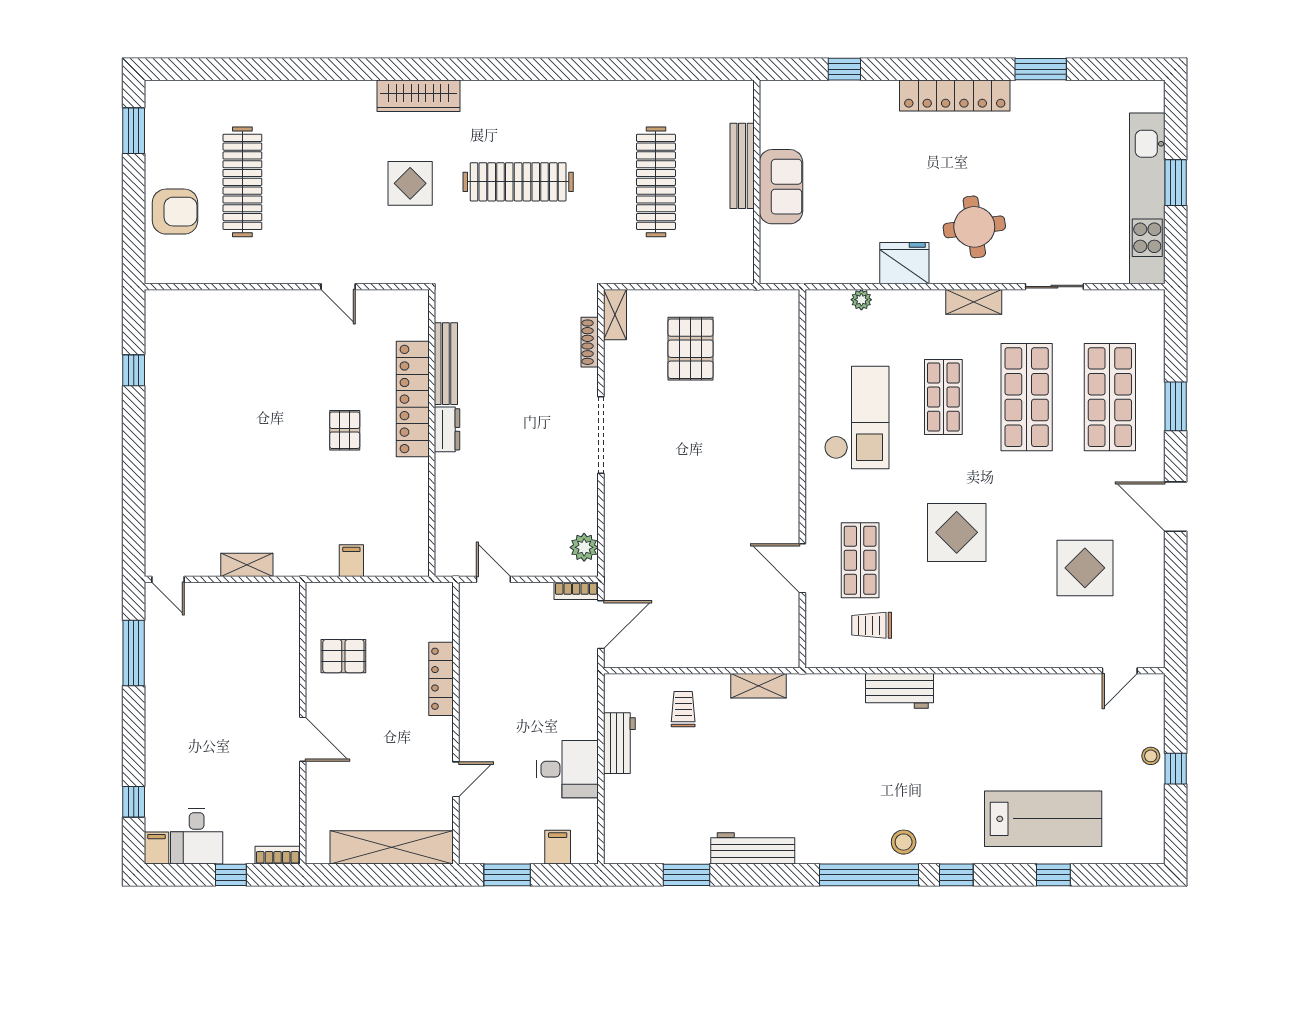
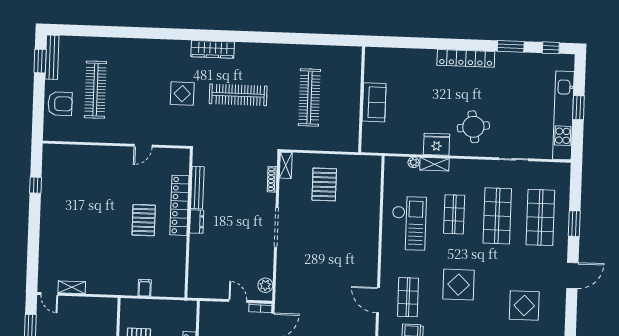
window: (844, 69) -> (551, 48), moved
wardrobe: (419, 96) -> (213, 49), moved
bench: (742, 166) -> (52, 57), moved
door: (338, 287) -> (143, 146), hinge flipped
shelving: (974, 302) -> (434, 164), moved
pallet: (345, 430) -> (144, 220), width x1.50, depth x1.42
door: (1176, 507) -> (572, 275), swing flipped
shelving: (247, 565) -> (72, 287), moved
door: (493, 579) -> (238, 301), moved

